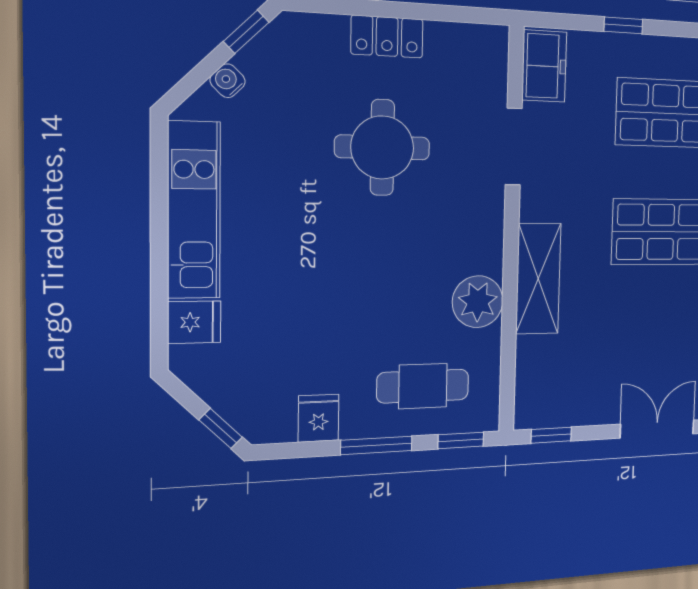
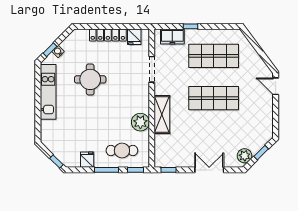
window: (246, 32) -> (50, 50), moved
locker: (387, 37) -> (108, 35), width x1.53
freezer: (544, 66) -> (172, 36), moved, turned 90
round table: (382, 147) -> (90, 79), moved
fridge: (194, 322) -> (134, 37), moved, turned 90

